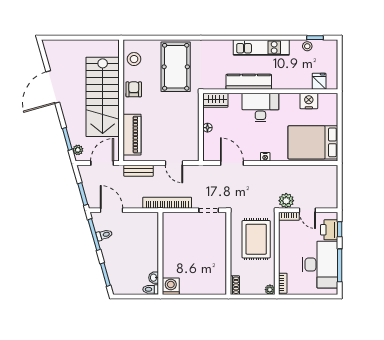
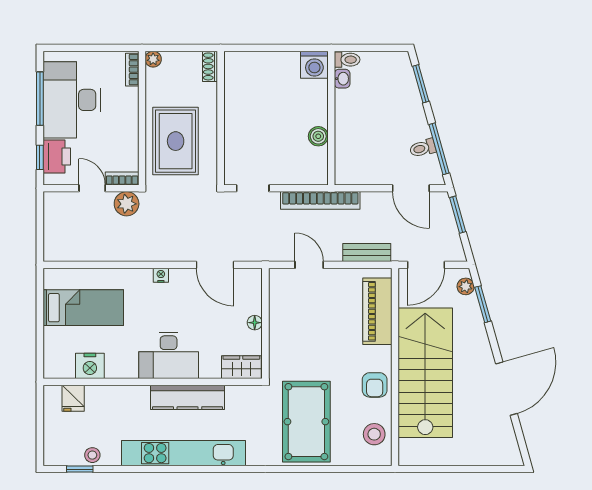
kitchen unit: (261, 47) -> (184, 453), width x1.36
bed: (313, 142) -> (83, 308), width x0.67
boiler: (168, 242) -> (318, 136), added

